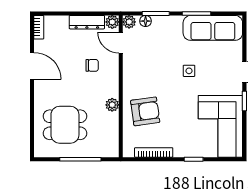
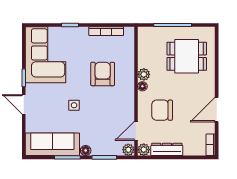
floor lamp: (146, 21) -> (86, 150), moved
door: (121, 43) -> (136, 131), swing flipped
chair: (92, 65) -> (162, 110), width x1.87, depth x1.87
door: (32, 66) -> (217, 110), hinge flipped
floor lamp: (114, 92) -> (142, 86), added
armchair: (145, 111) -> (103, 74), moved, turned 98

